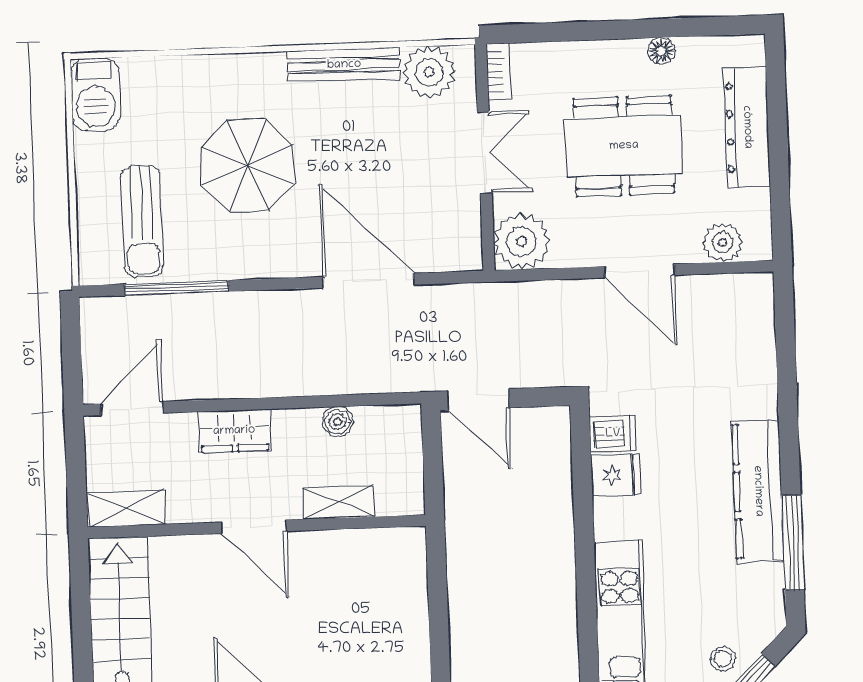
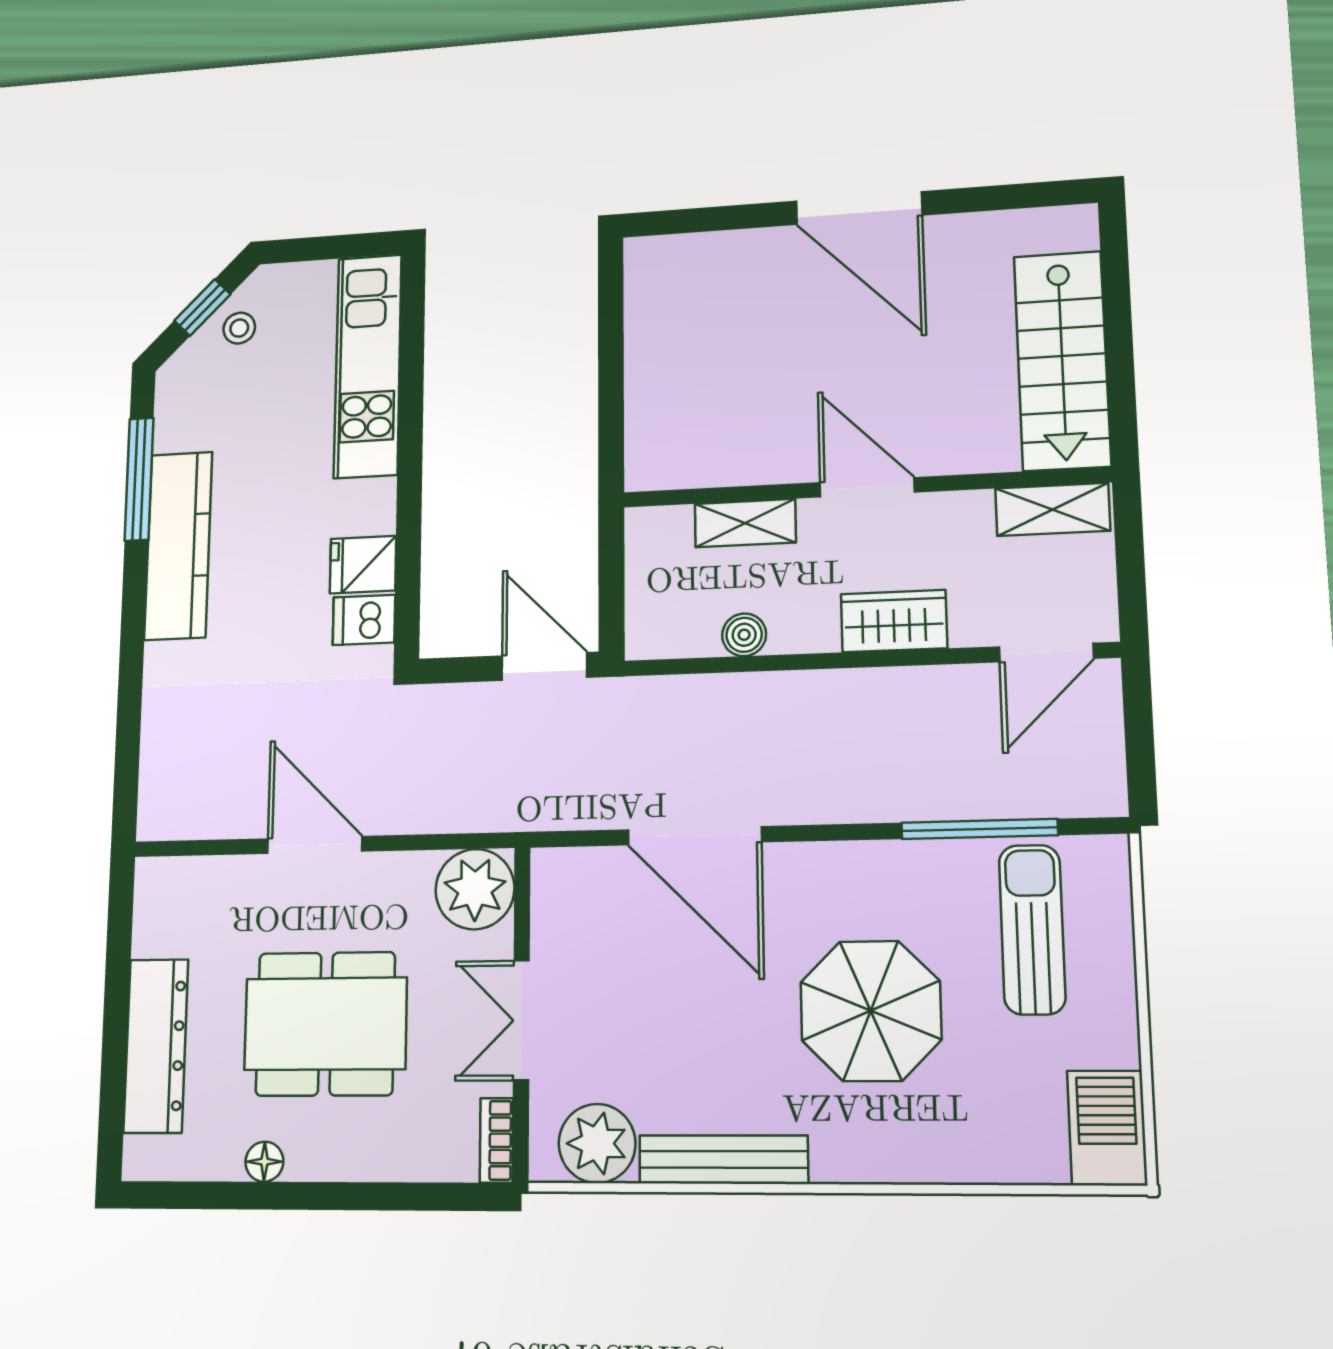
plant: (723, 242) -> (200, 883), removed

